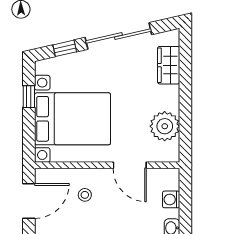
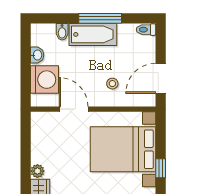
plant: (165, 126) -> (37, 171), moved, width x0.53, depth x0.53
washing machine: (171, 199) -> (44, 80), width x1.89, depth x1.89

